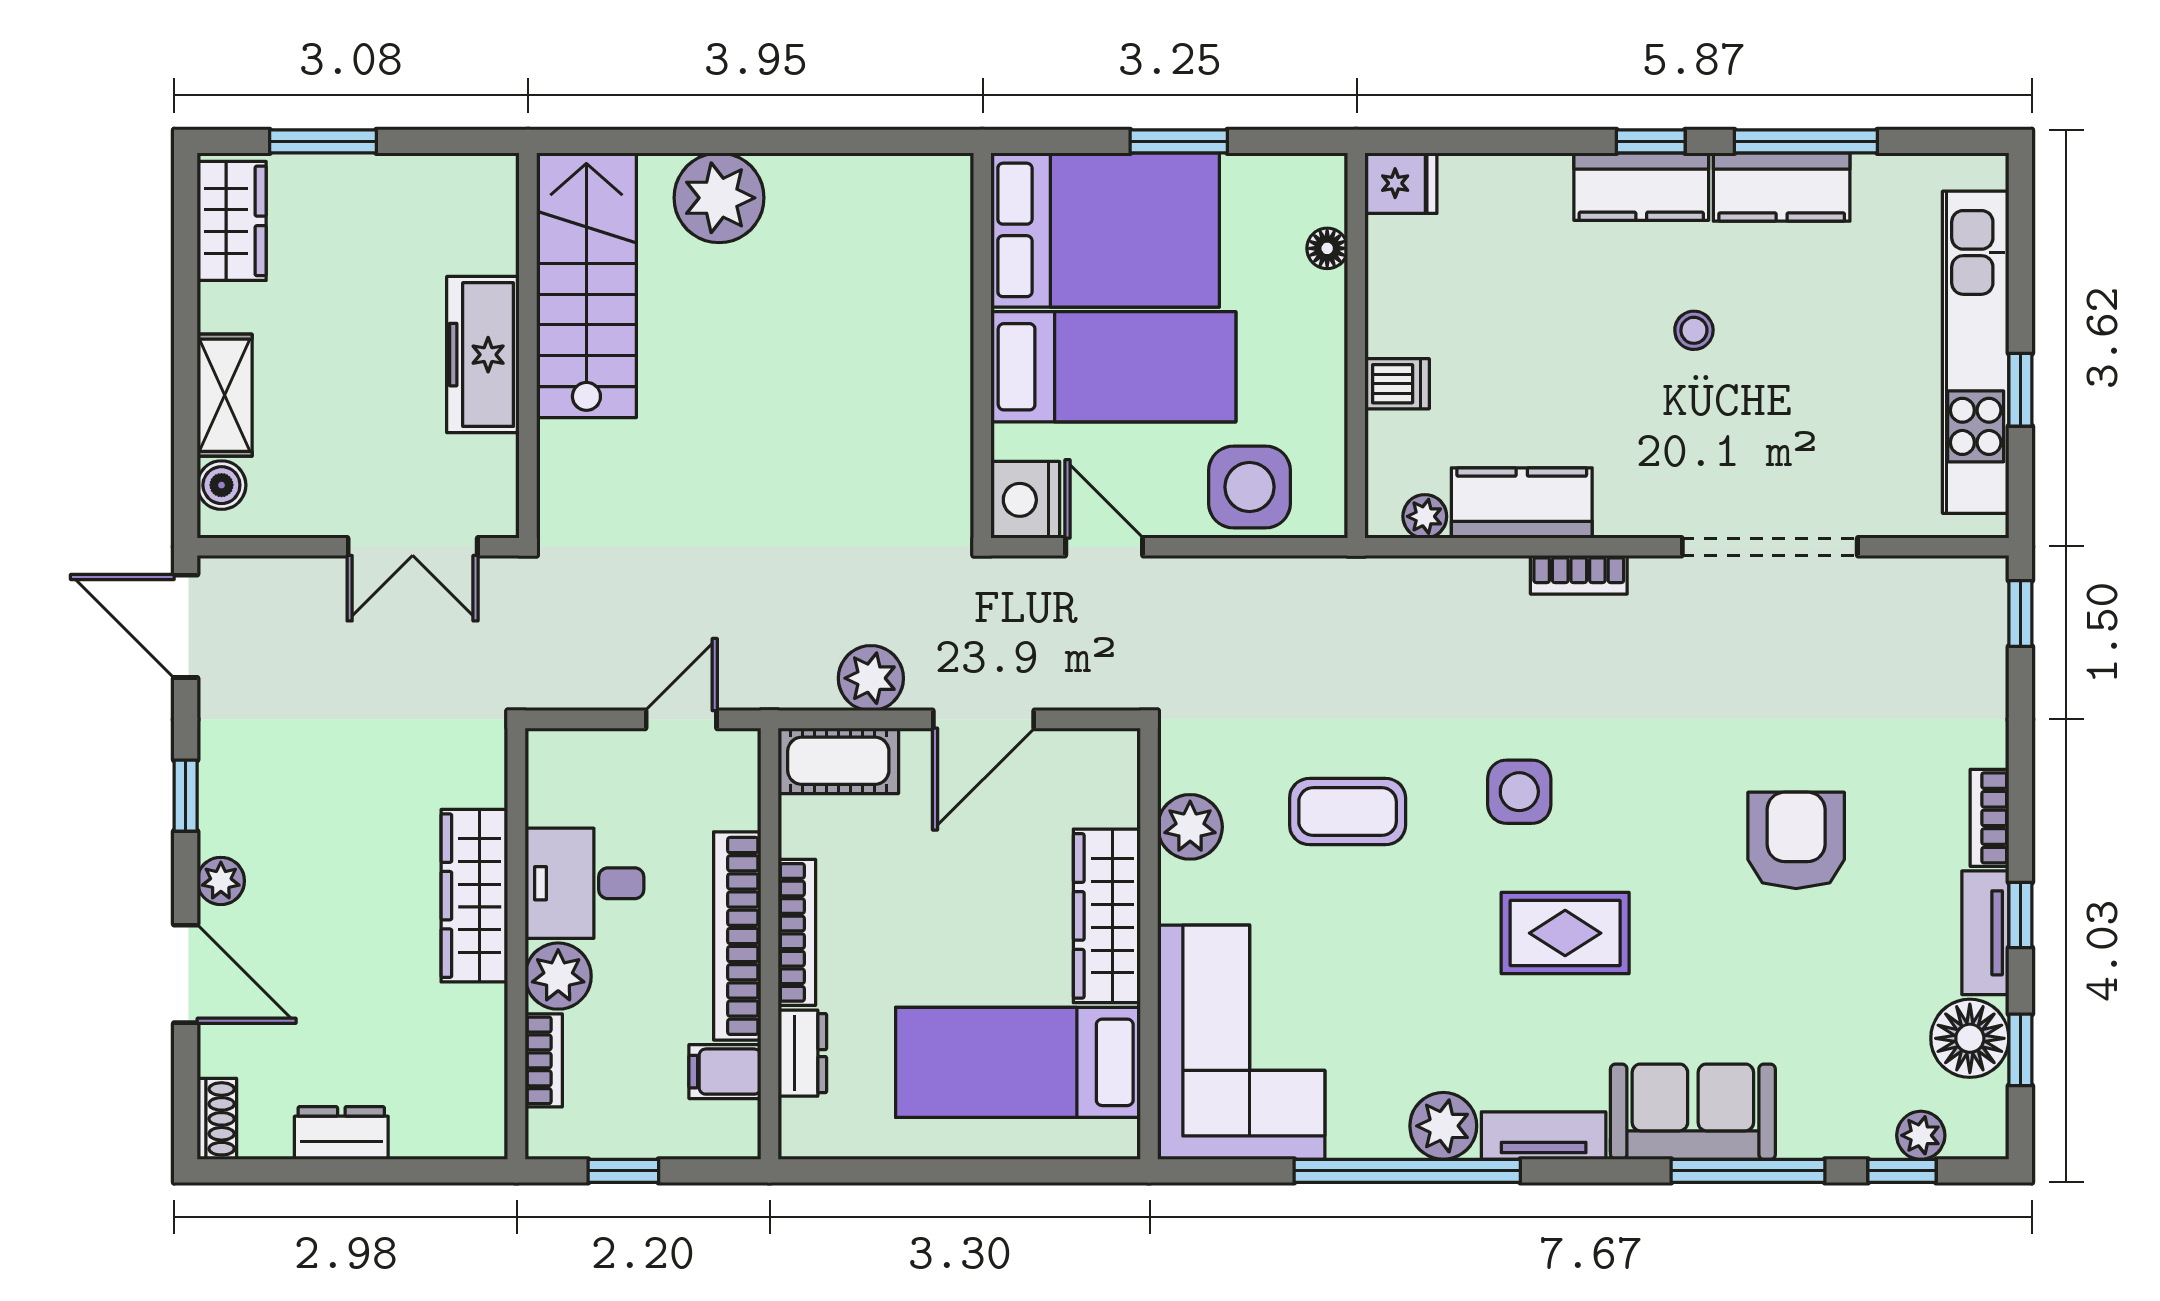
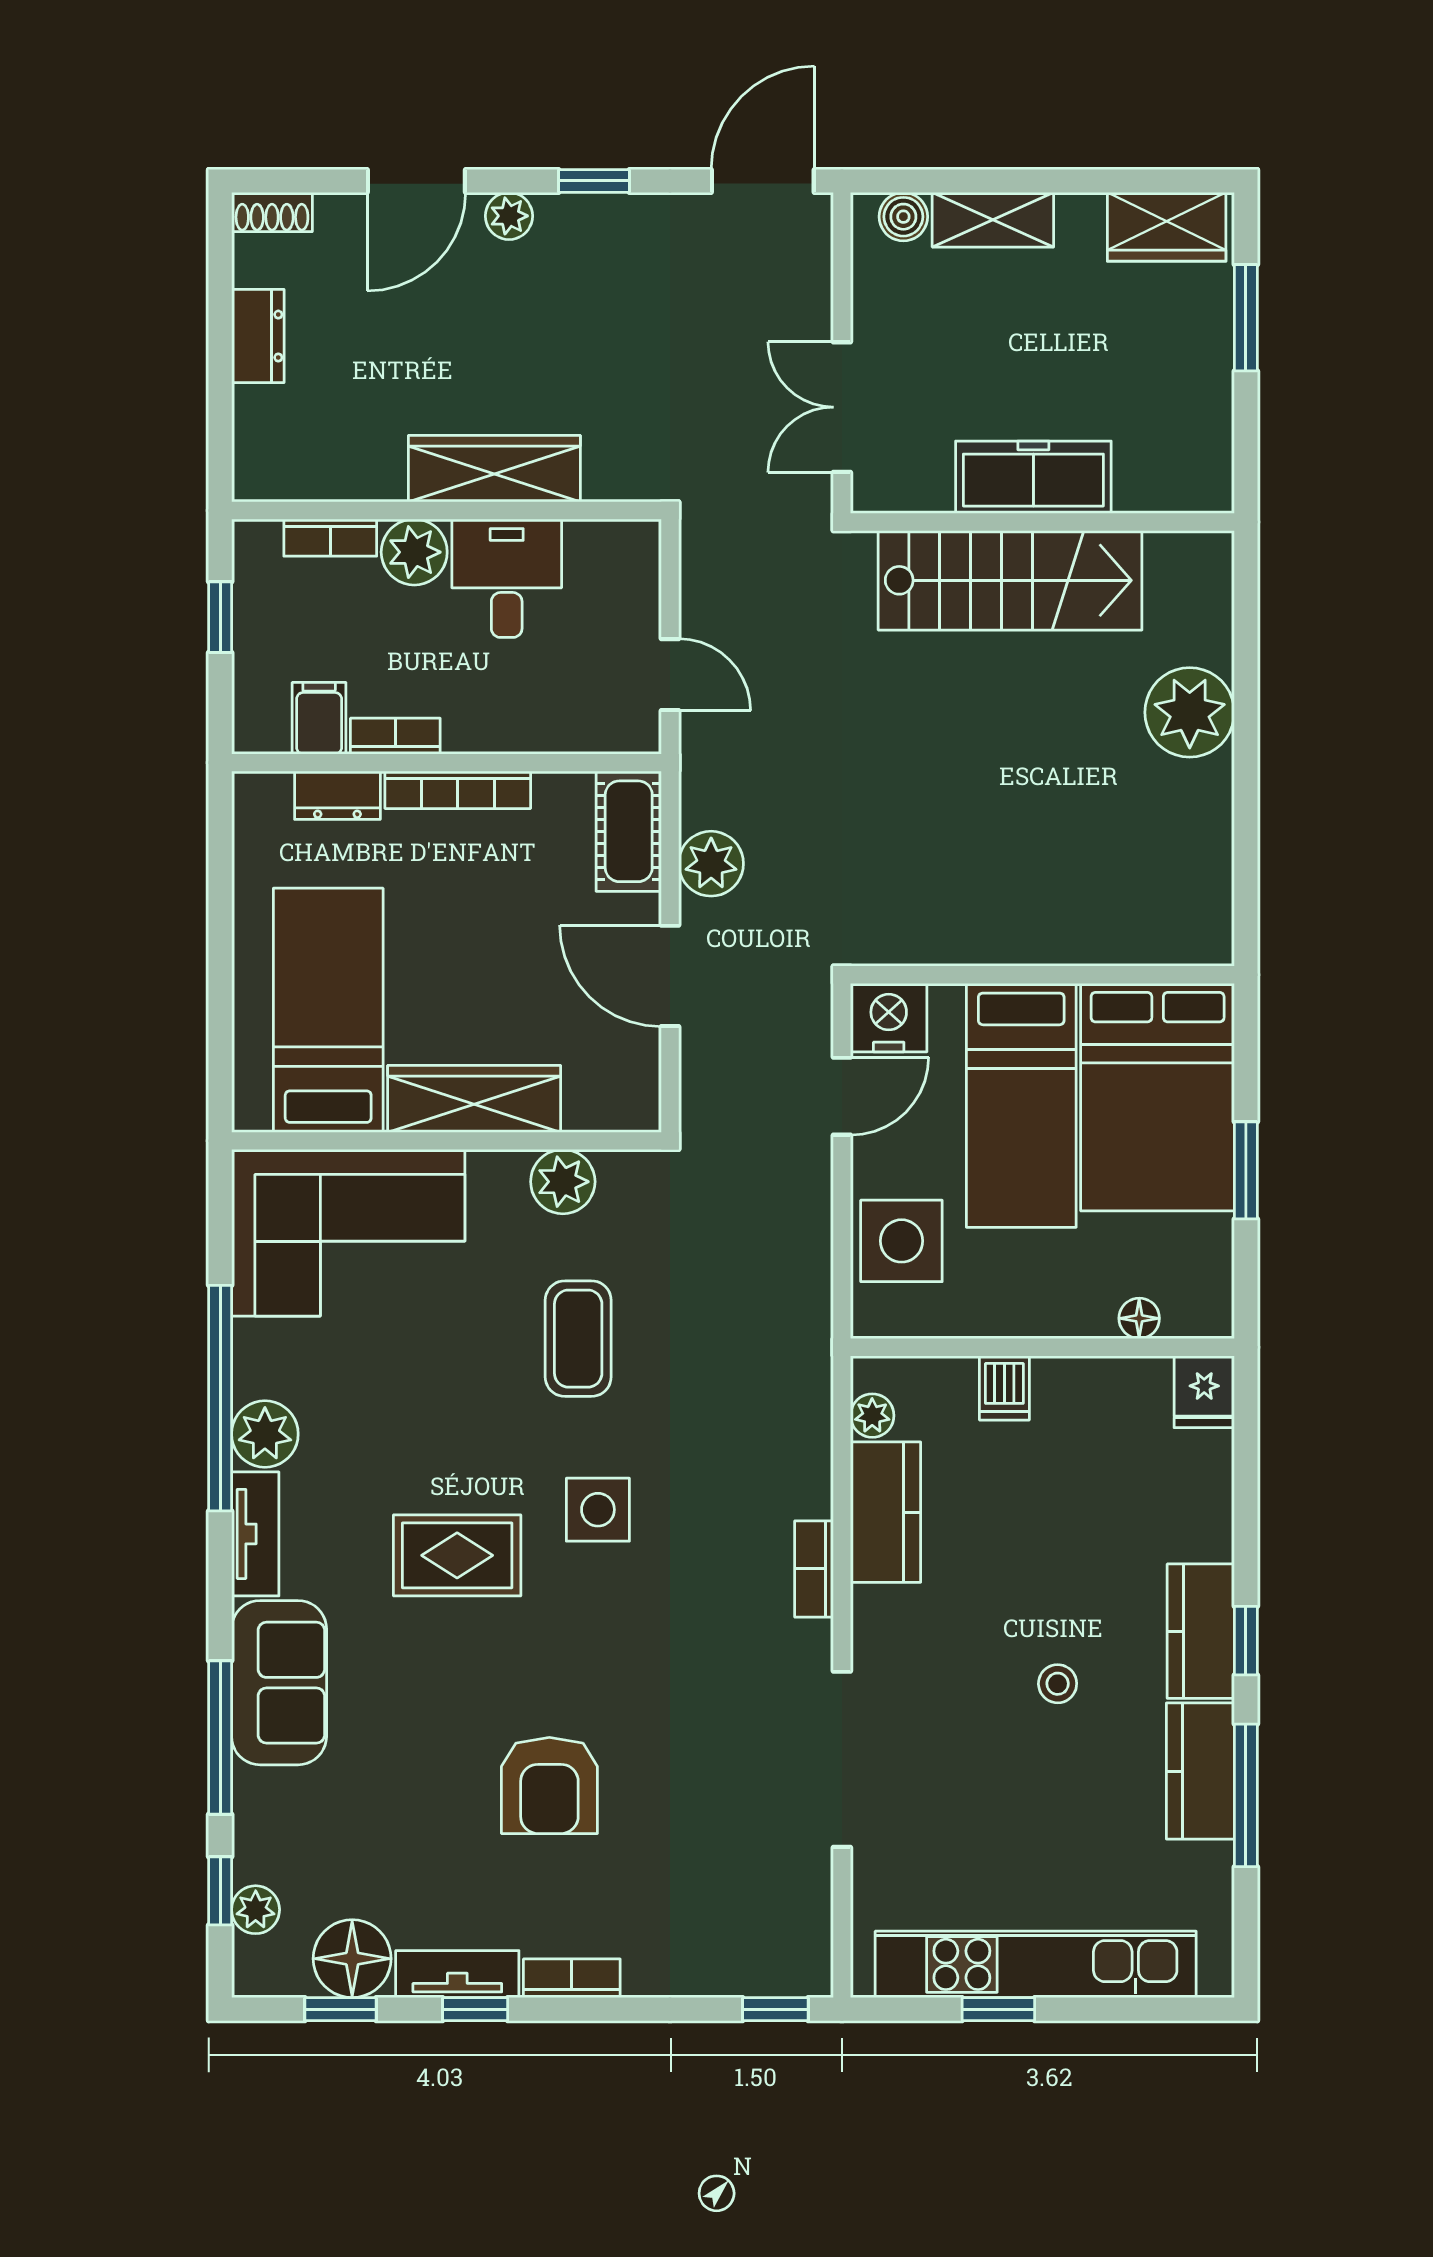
stairs: (586, 285) -> (1010, 580), moved
armchair: (1796, 840) -> (549, 1785), turned 90
rug: (1565, 933) -> (457, 1555), turned 90
bookcase: (737, 936) -> (395, 736), width x0.43, depth x0.76

